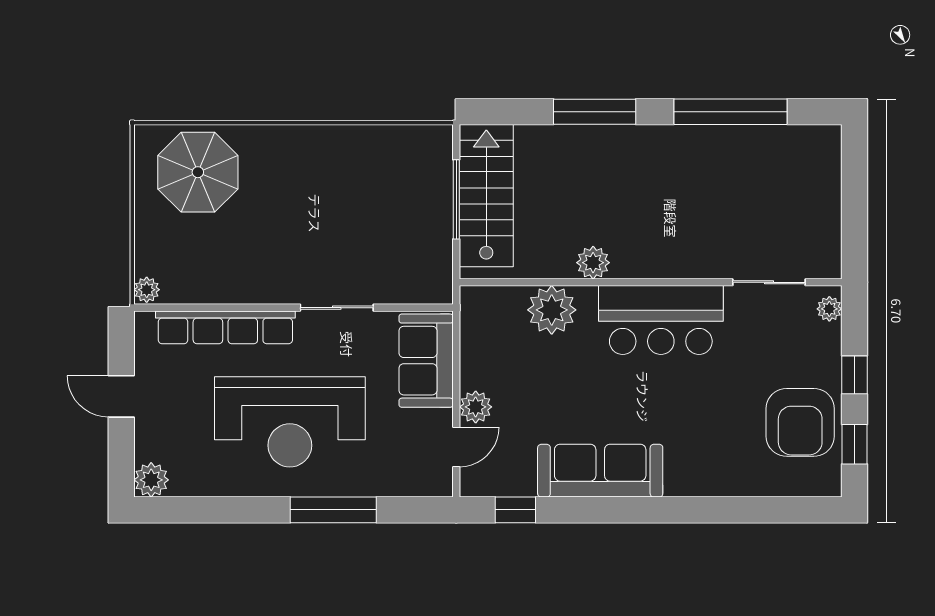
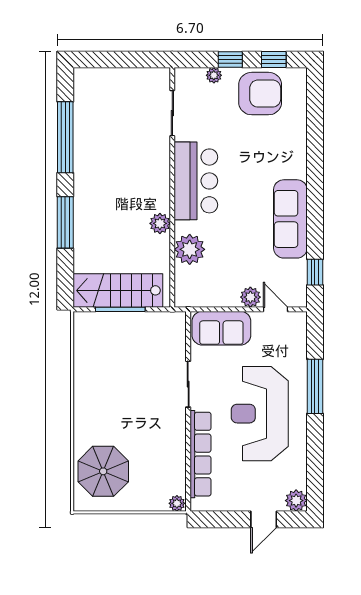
plant: (829, 309) -> (214, 75), moved
door: (121, 396) -> (264, 519), moved
reception desk: (290, 422) -> (260, 414), turned 180

